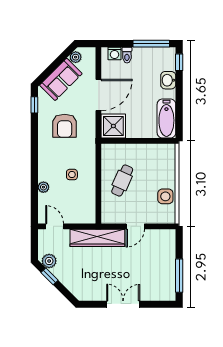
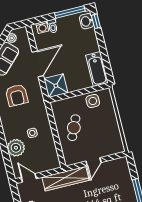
washbasin: (168, 80) -> (87, 21), moved
plant: (43, 187) -> (16, 148), width x1.87, depth x1.87
side table: (165, 196) -> (93, 101), moved

